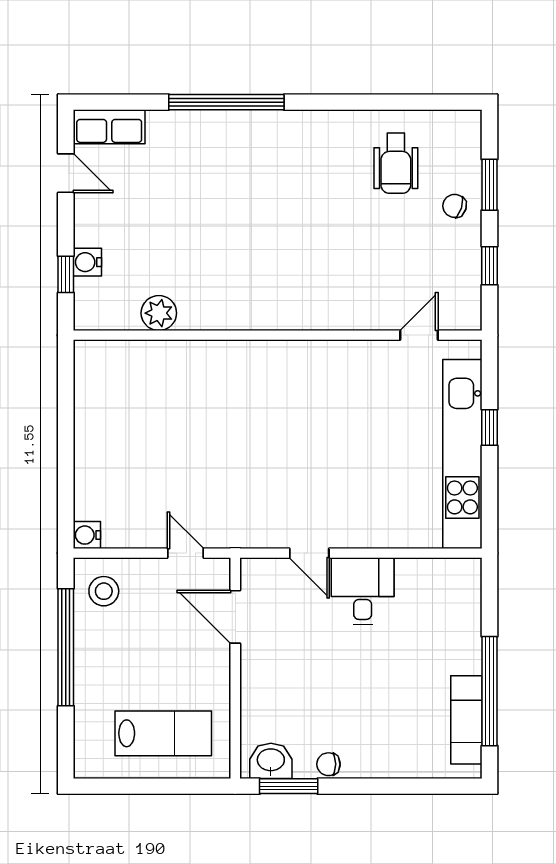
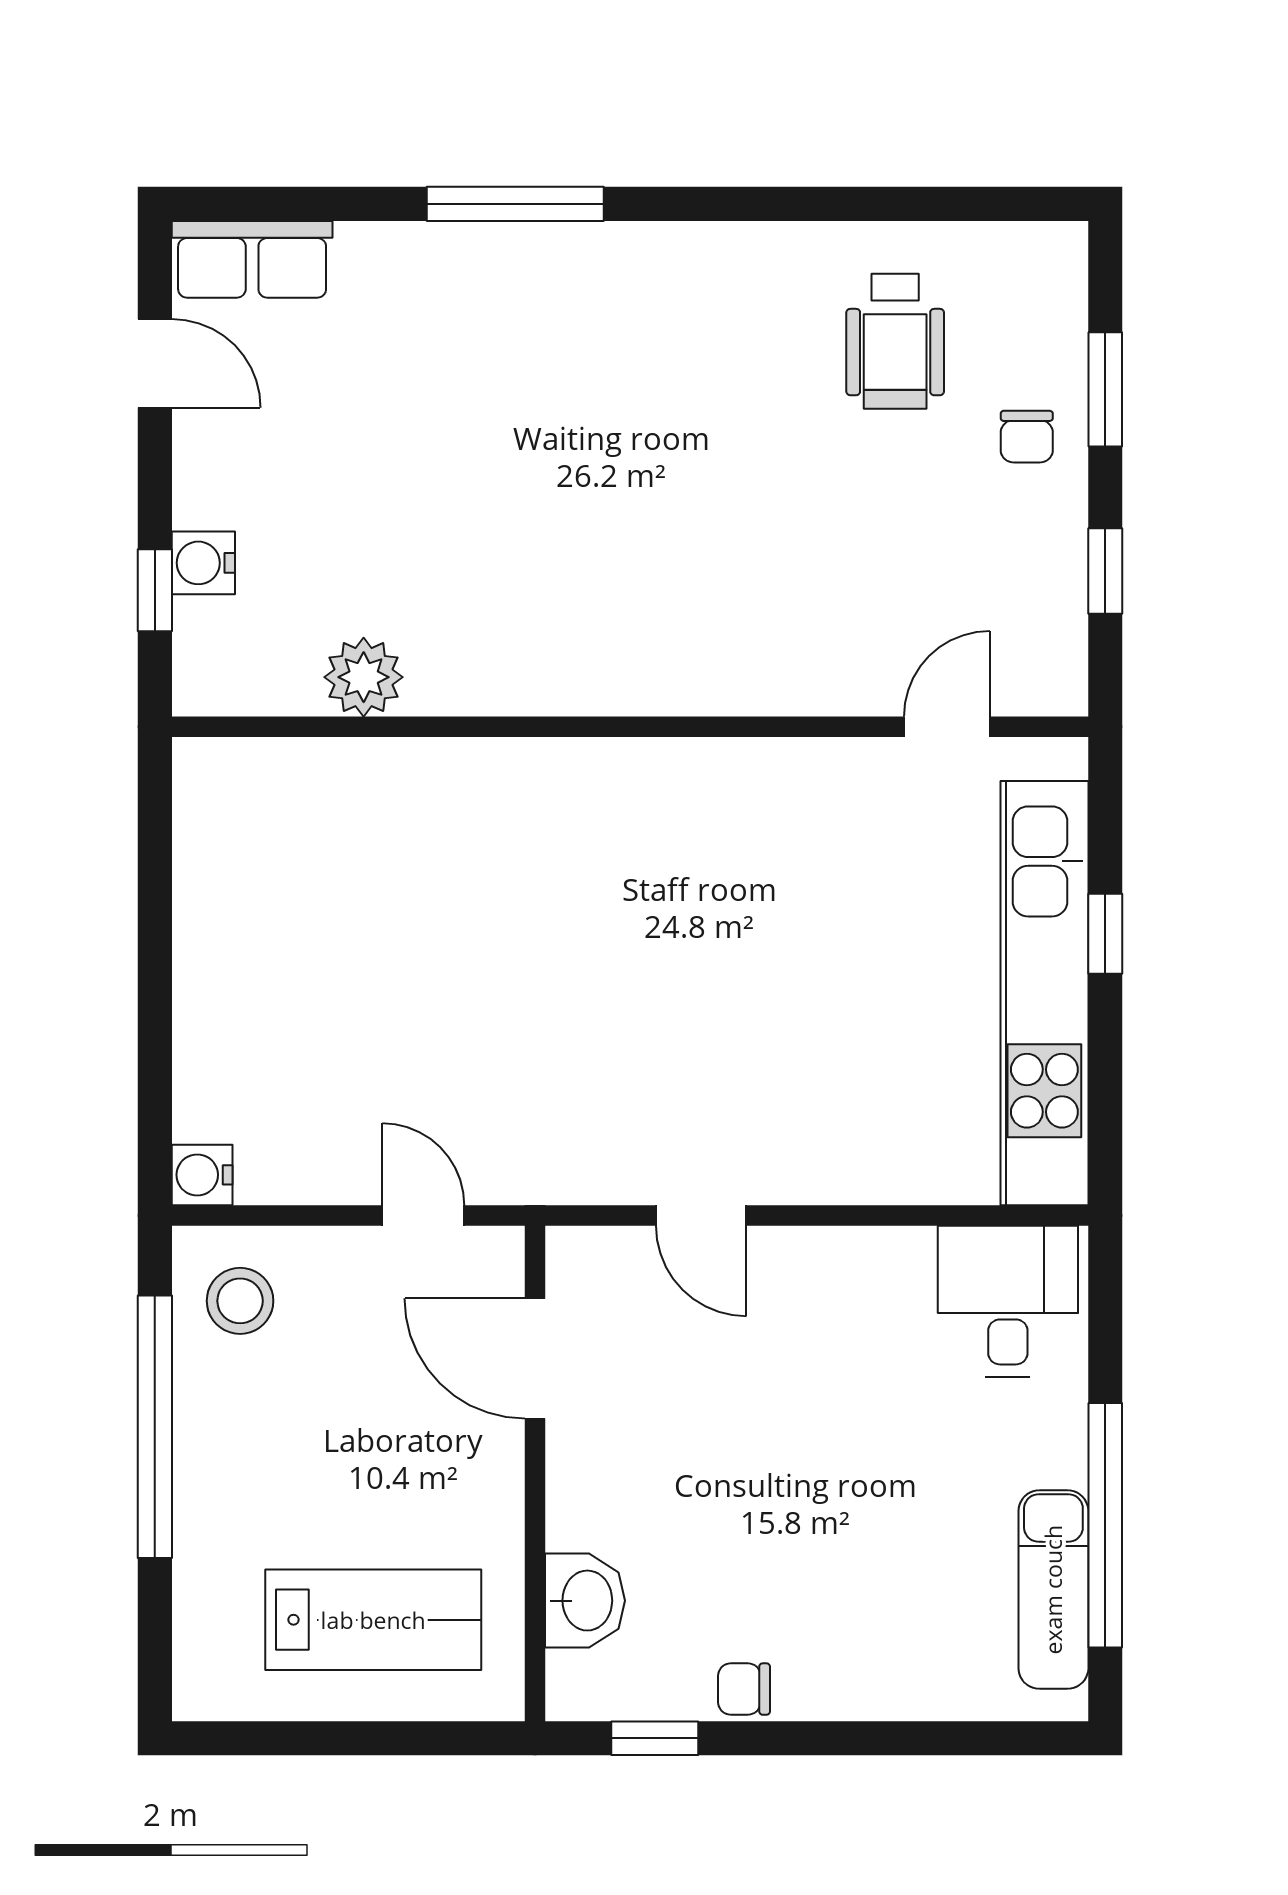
window: (226, 102) -> (515, 204), width x0.68
chair: (455, 206) -> (1027, 437), turned -108
desk: (363, 591) -> (1008, 1301), moved
washbasin: (271, 761) -> (585, 1601), moved, turned 90
window: (289, 786) -> (655, 1738), width x0.67

